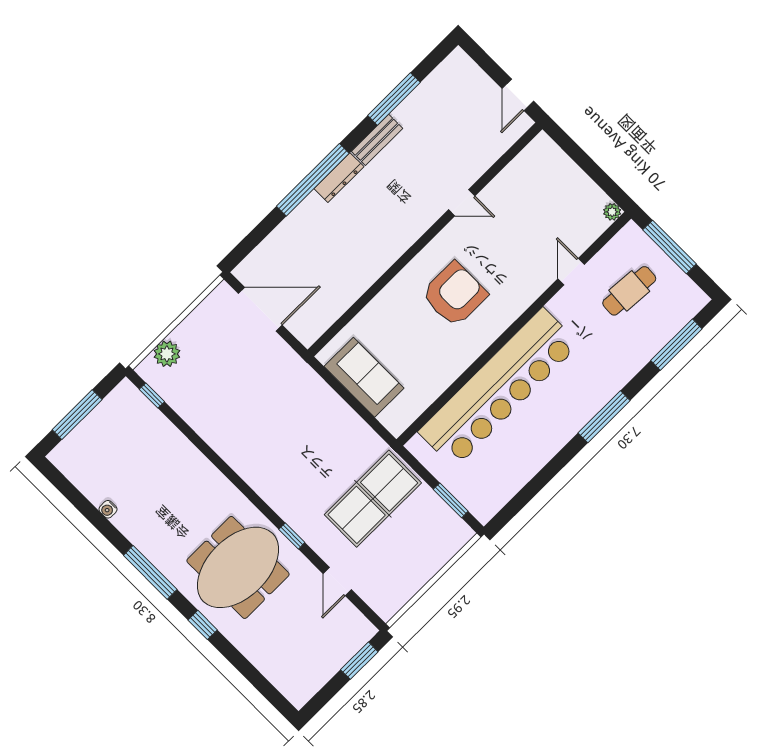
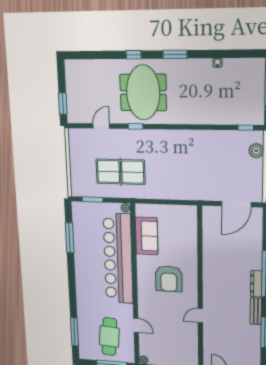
cafe table: (629, 291) -> (109, 337), width x1.37, depth x1.35
sofa: (364, 377) -> (147, 236), moved, turned -90
window: (604, 417) -> (70, 238), moved
plant: (416, 446) -> (125, 208), added
table tennis table: (373, 499) -> (121, 172), turned 90
window: (150, 572) -> (175, 54), width x0.69
door: (337, 582) -> (101, 126), hinge flipped

